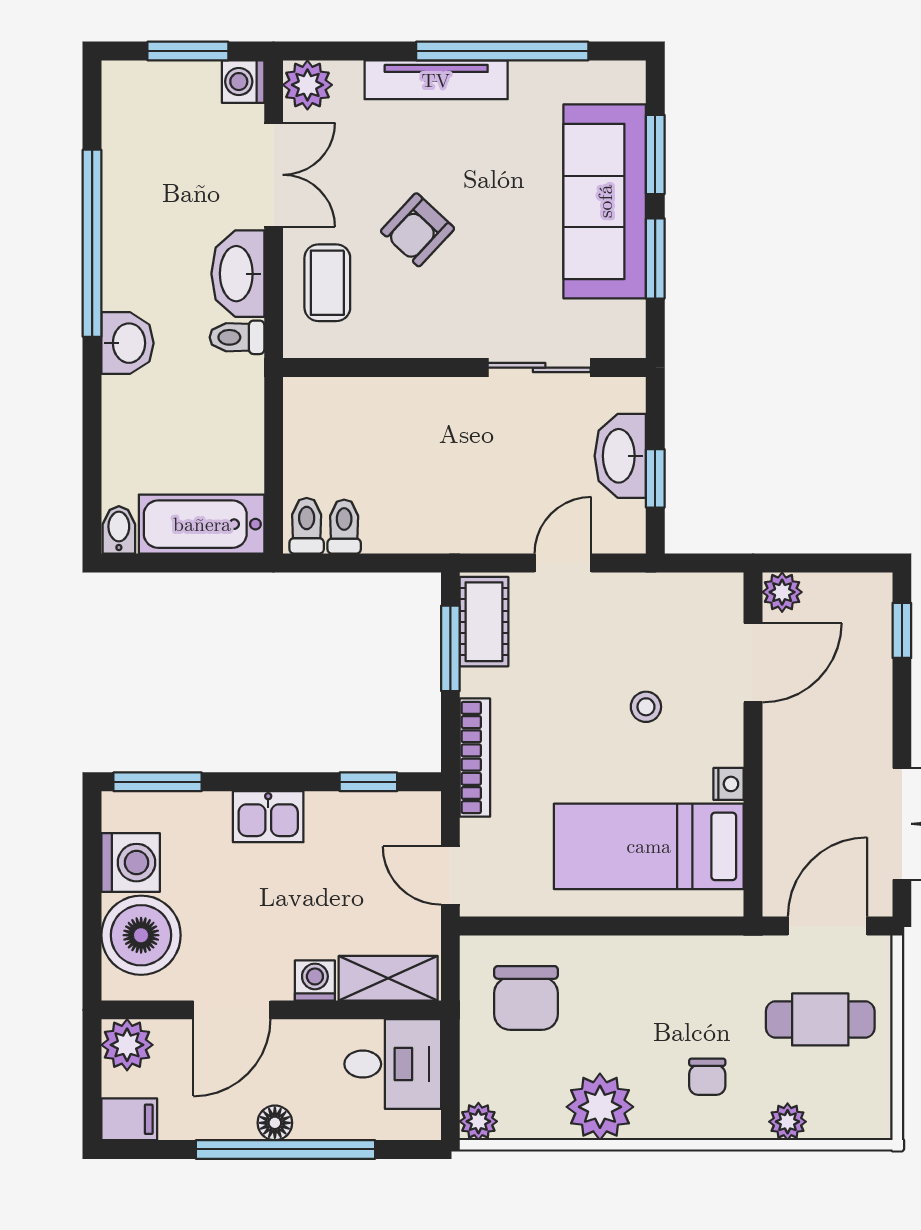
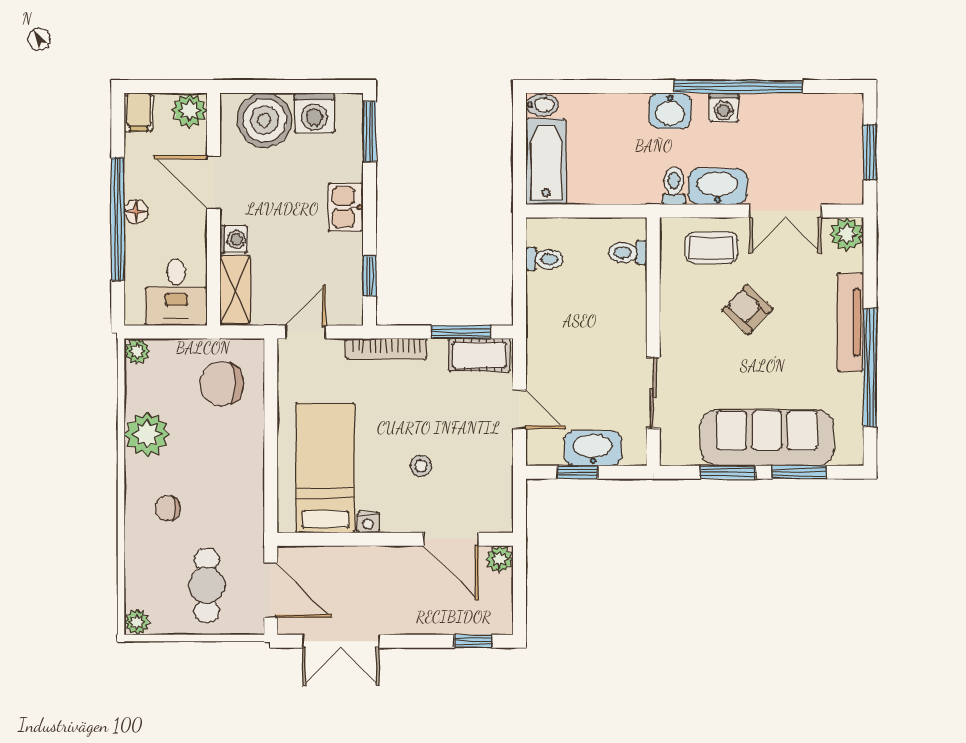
washing machine: (243, 82) -> (724, 108), moved, turned 180
toilet: (307, 526) -> (628, 253), moved, turned 180
plant: (788, 1122) -> (137, 622), moved

